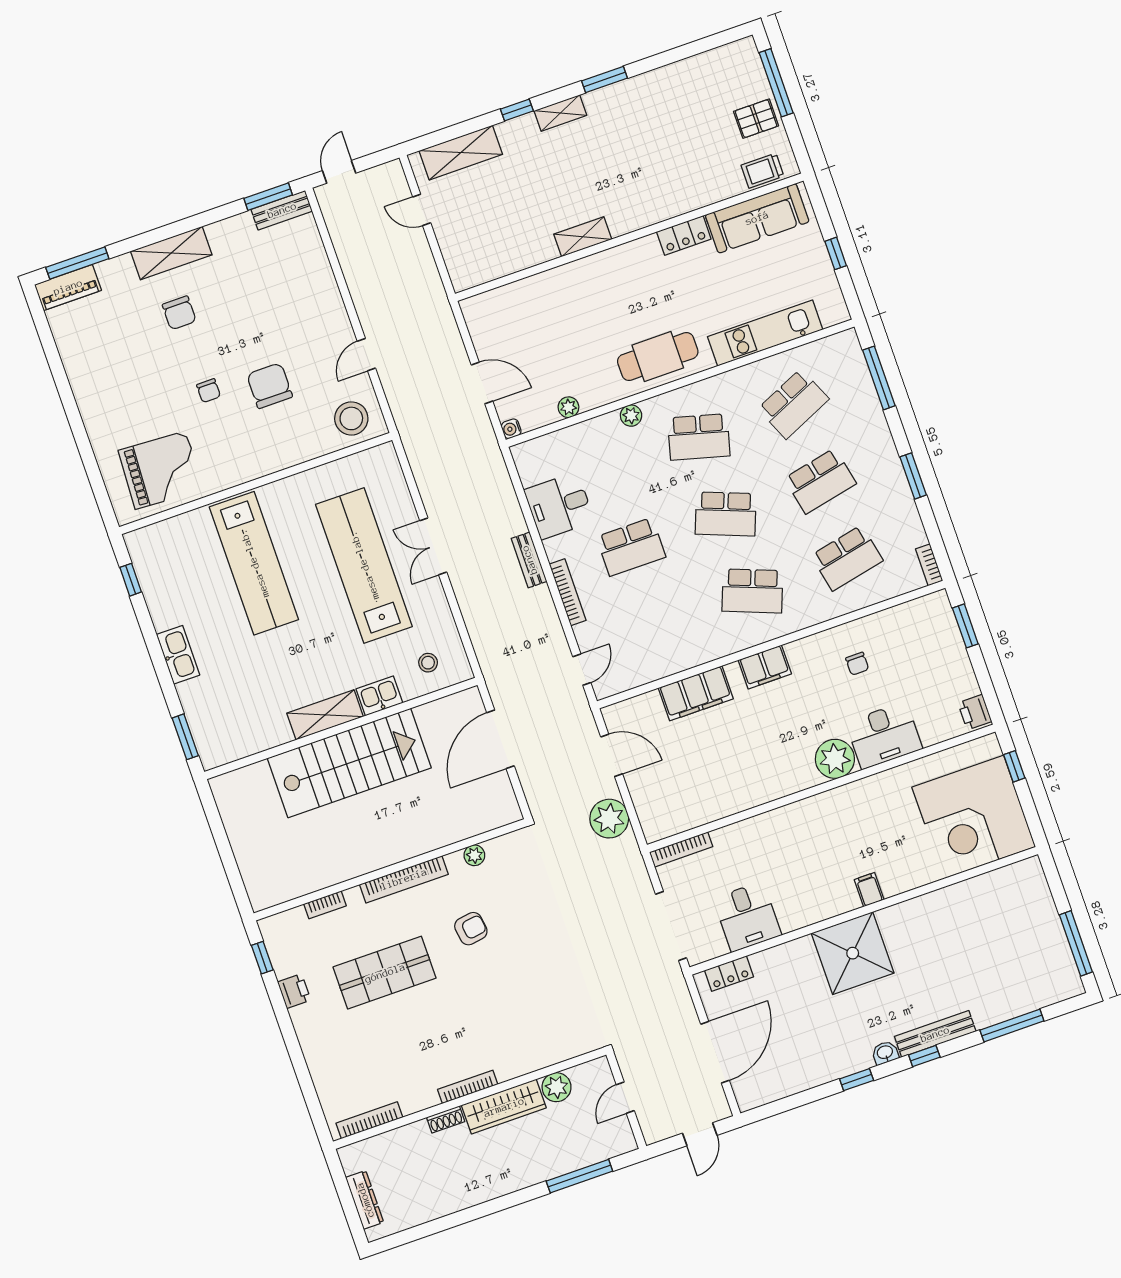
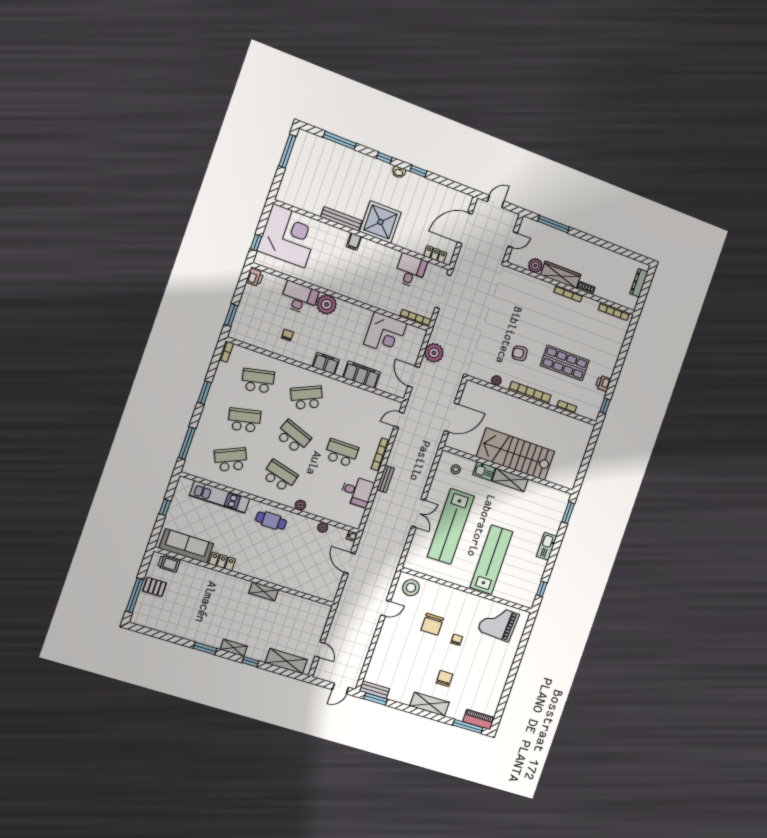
cafe table: (658, 357) -> (271, 521), width x0.73, depth x0.74
school desk: (752, 591) -> (307, 398), turned -45
corner desk: (709, 787) -> (385, 334), added
bench: (935, 1034) -> (341, 219), moved

